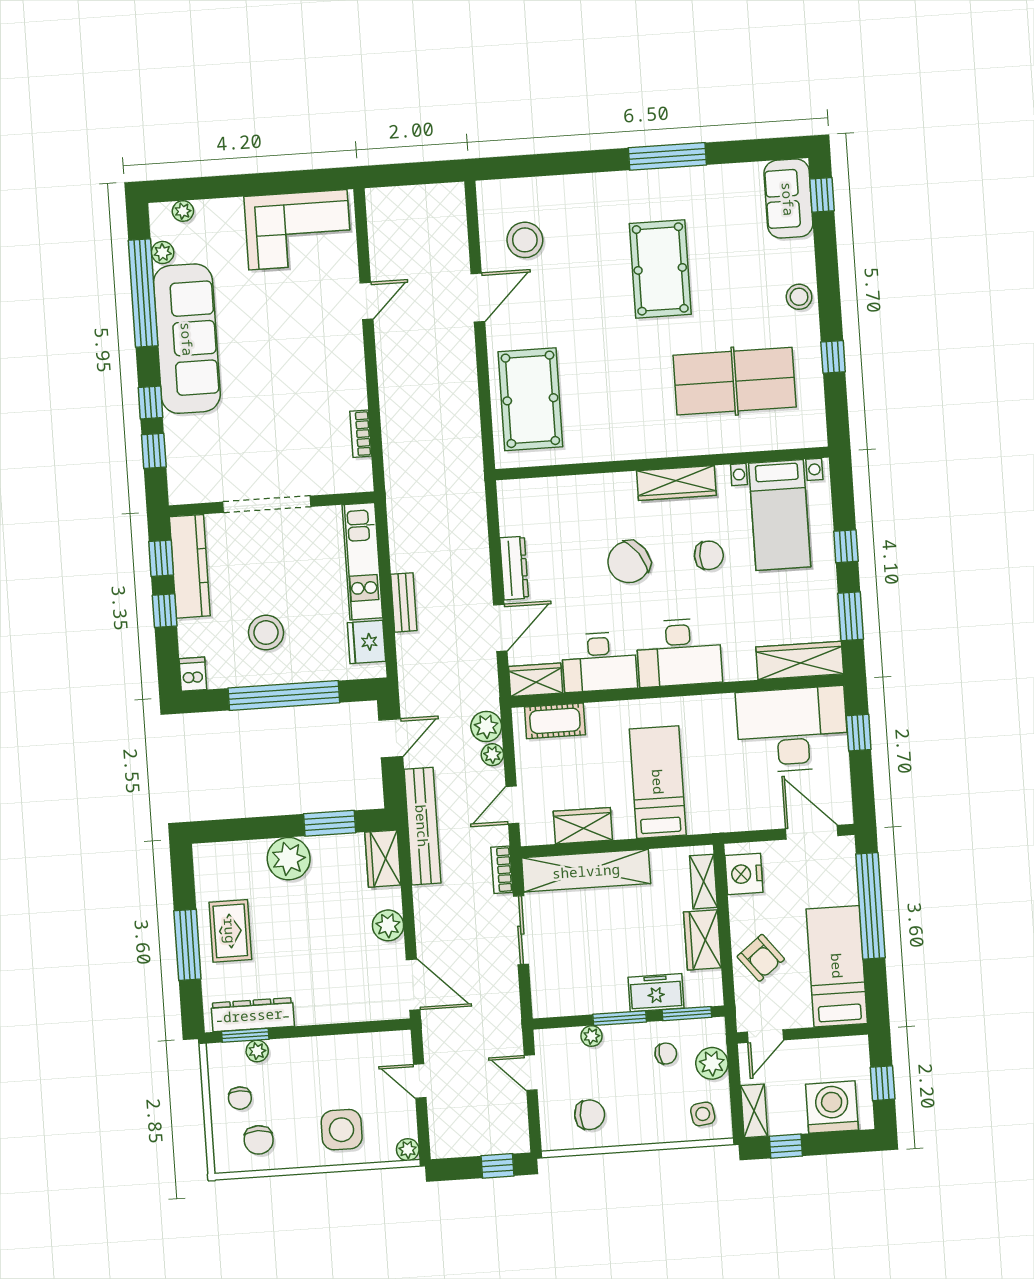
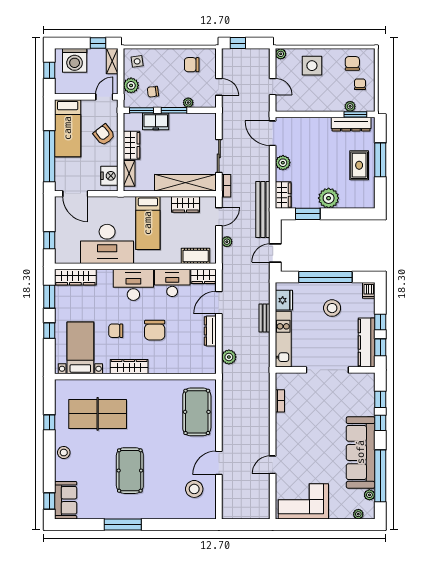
chair: (629, 562) -> (155, 330), turned 125
plant: (486, 727) -> (229, 357), moved
desk: (792, 729) -> (107, 244), moved

